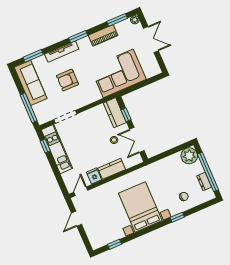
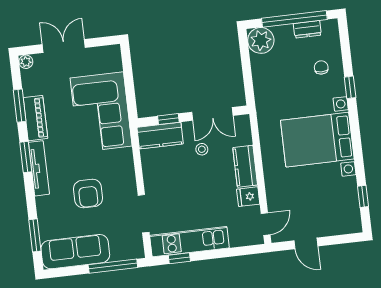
window: (117, 20) -> (20, 106), moved
tv unit: (62, 52) -> (39, 168), moved
door: (81, 191) -> (266, 224), swing flipped

